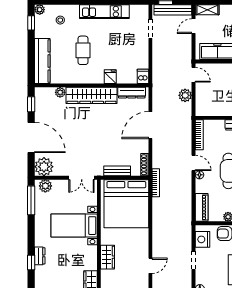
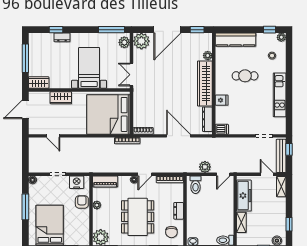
toilet: (205, 106) -> (195, 185), added
bench: (117, 171) -> (138, 106), removed

